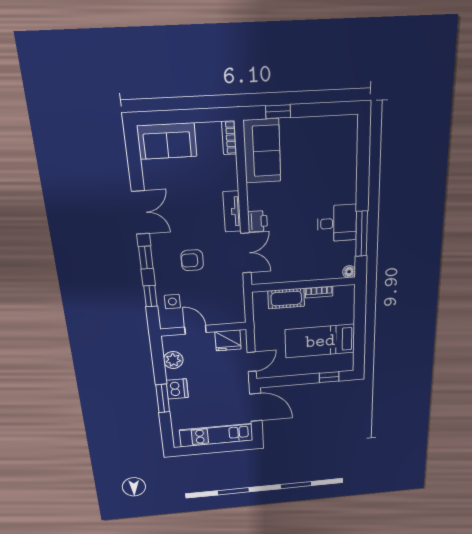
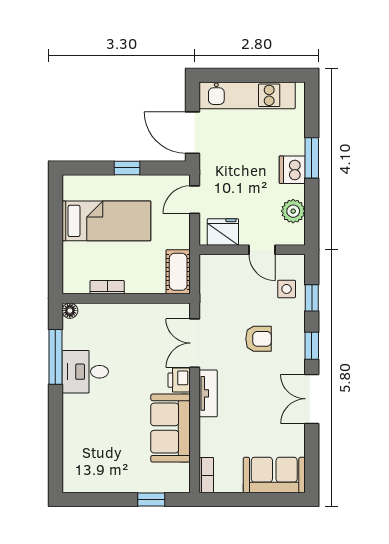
sofa: (262, 151) -> (171, 428), moved
cot: (286, 299) -> (178, 272), moved, turned 90
window: (329, 377) -> (127, 168), moved

